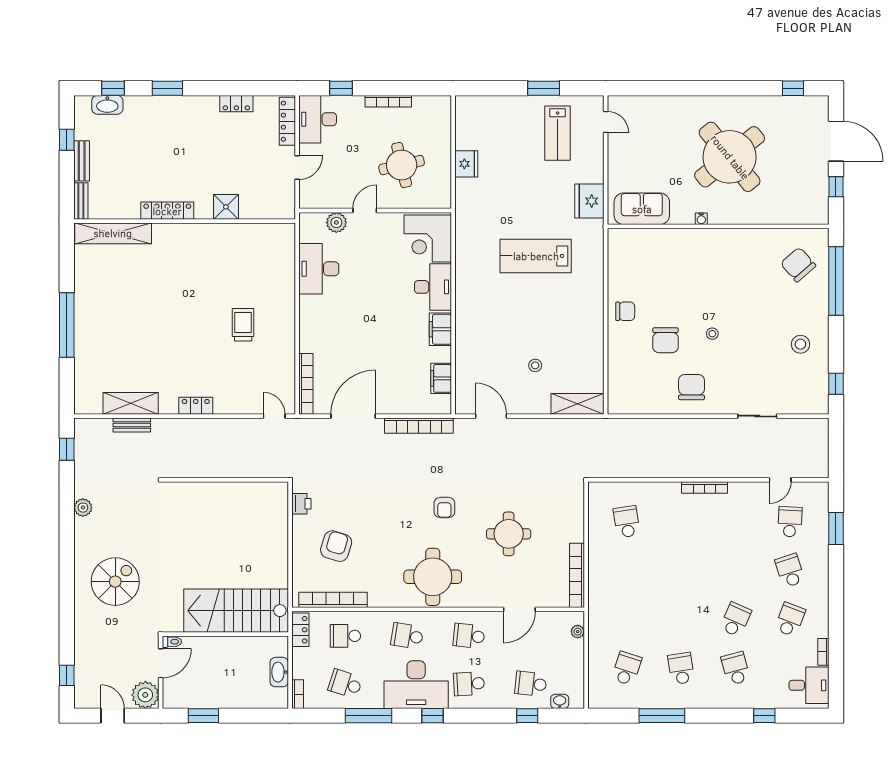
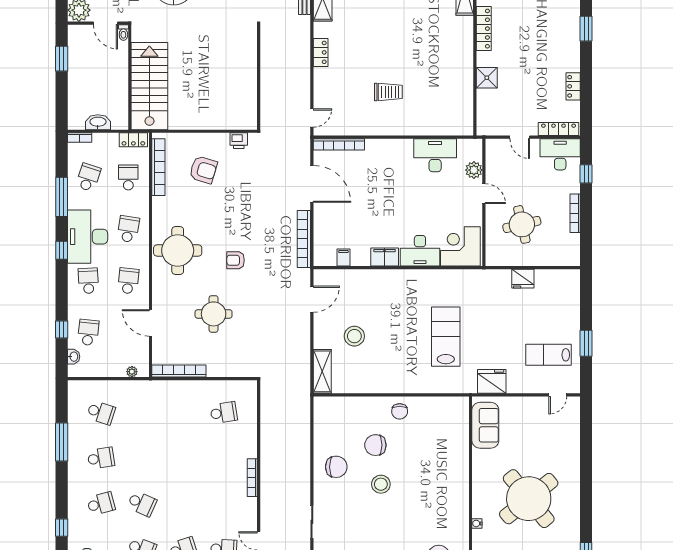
water cooler: (701, 219) -> (477, 523), moved
stool: (712, 334) -> (381, 484), width x1.89, depth x1.89
stool: (535, 365) -> (354, 336), width x1.89, depth x1.89
filing cabinet: (441, 378) -> (343, 258), width x0.50

